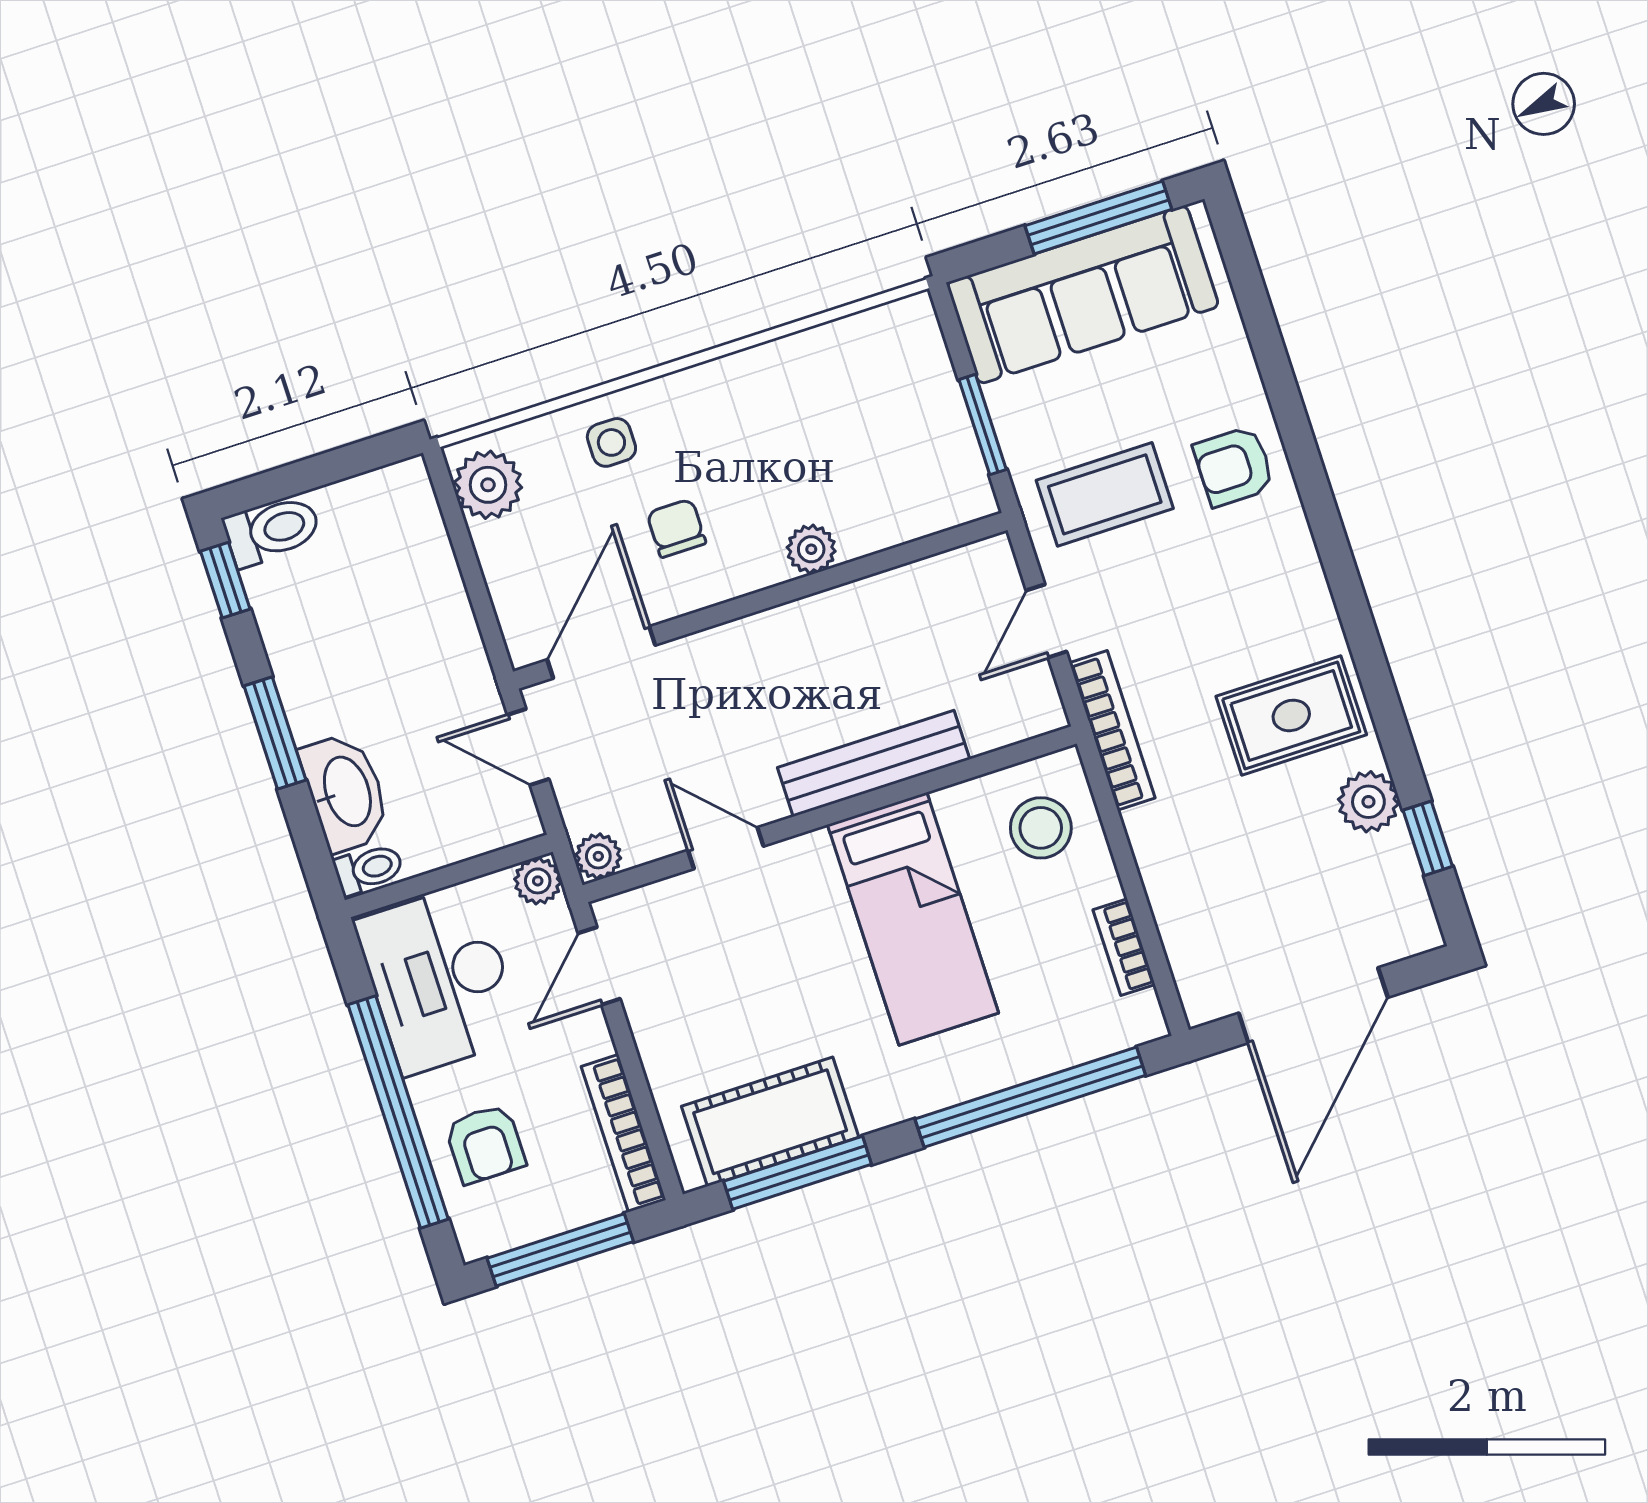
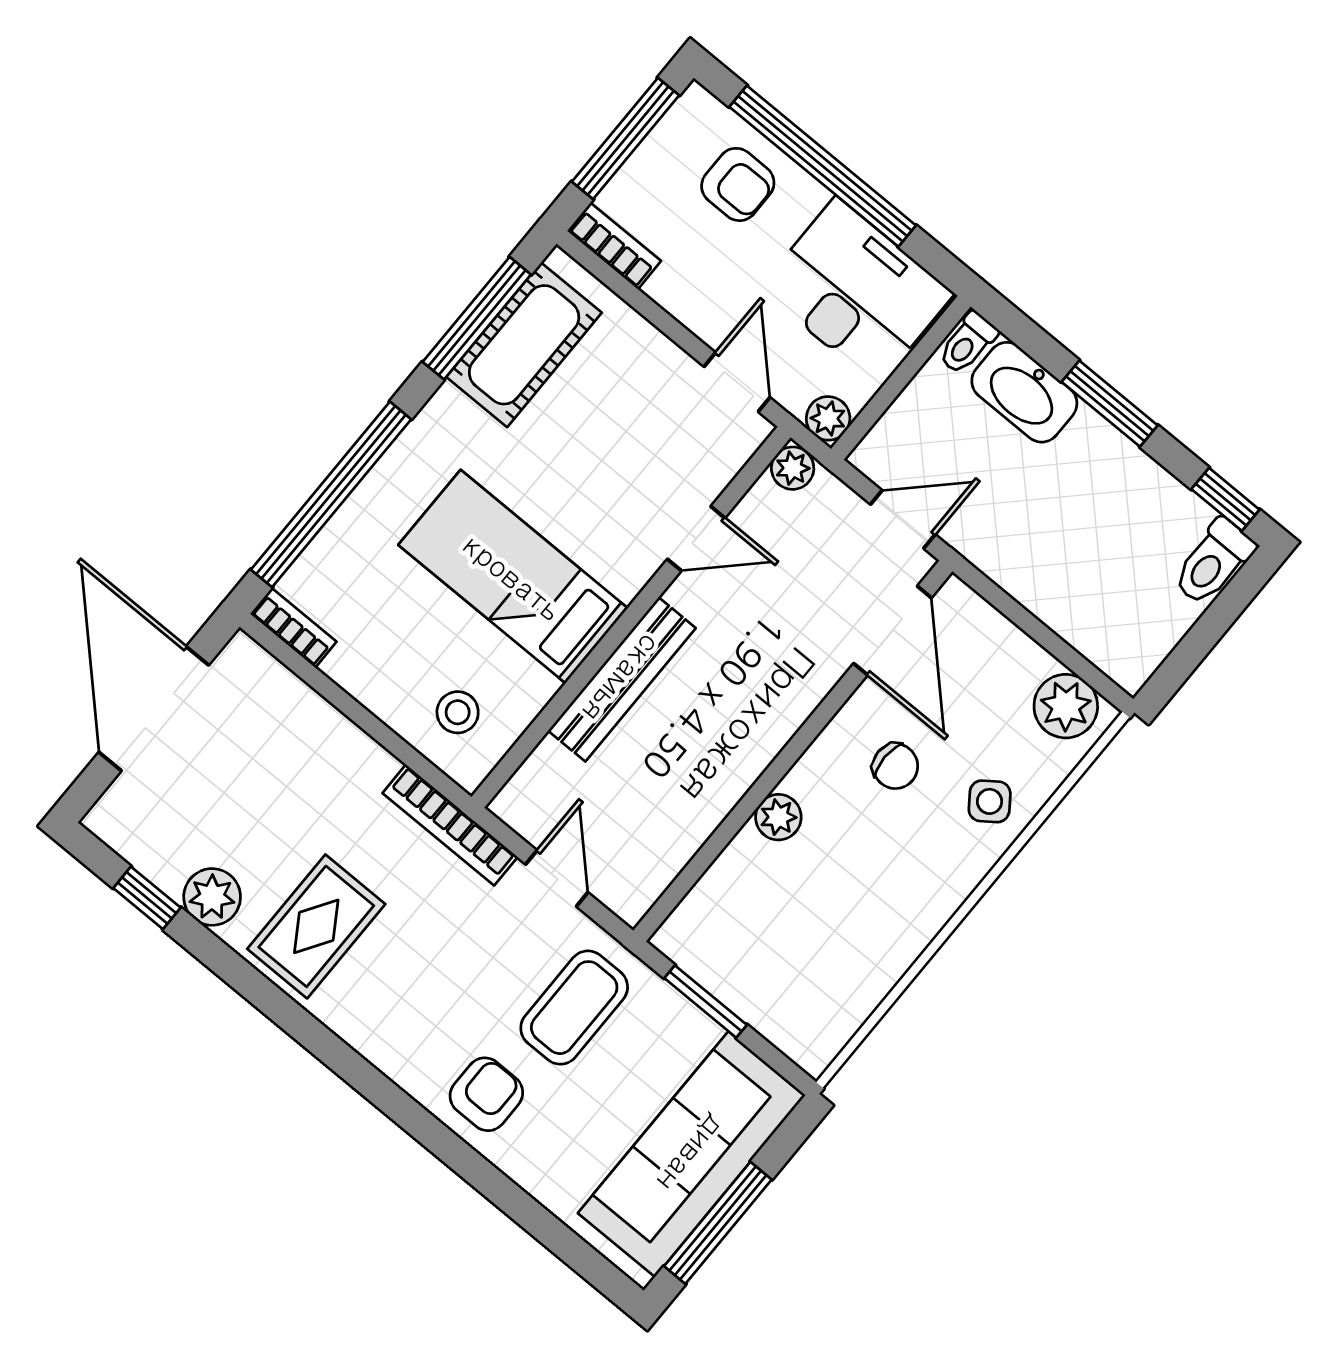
side table: (611, 442) -> (990, 801), turned -36
stool: (1041, 828) -> (458, 712), width x0.73, depth x0.73
bookcase: (1124, 947) -> (293, 628), moved
bookcase: (624, 1133) -> (614, 246), width x0.64
armchair: (485, 1144) -> (738, 184), turned 180

